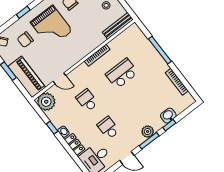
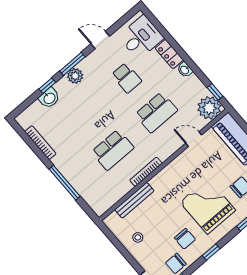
bench: (118, 26) -> (134, 200), moved
school desk: (87, 100) -> (156, 112), width x1.85
window: (52, 128) -> (215, 92), moved

